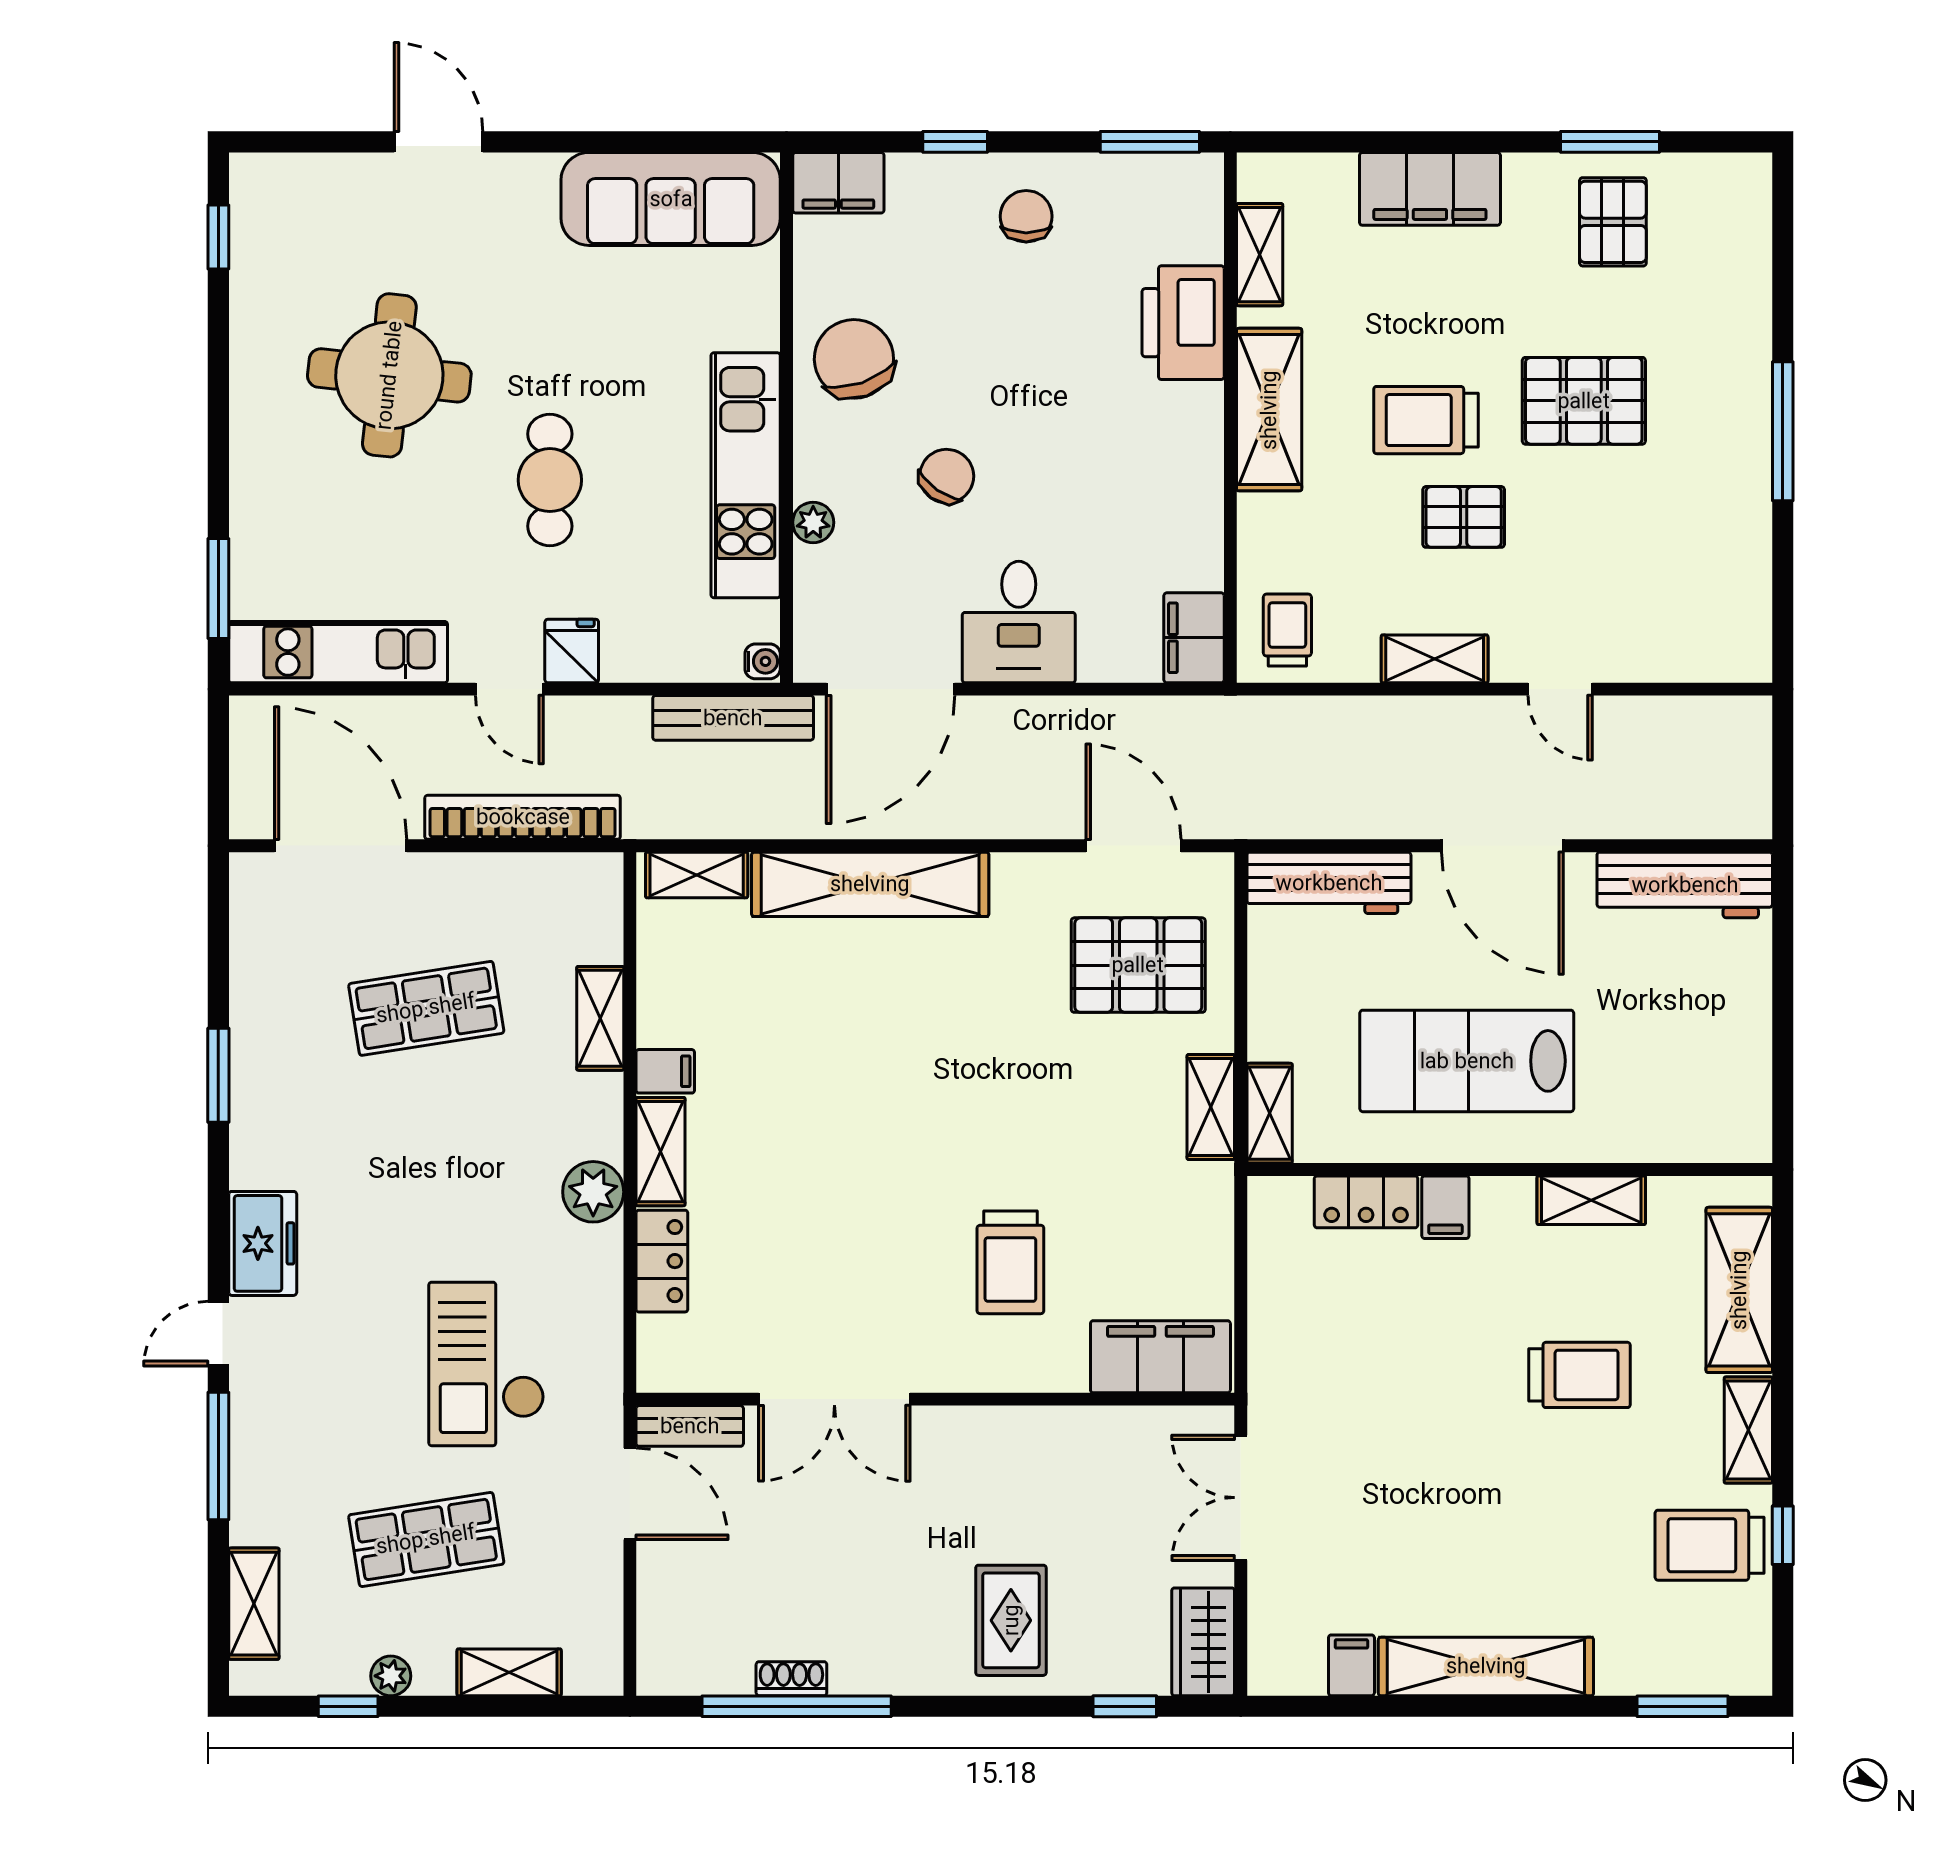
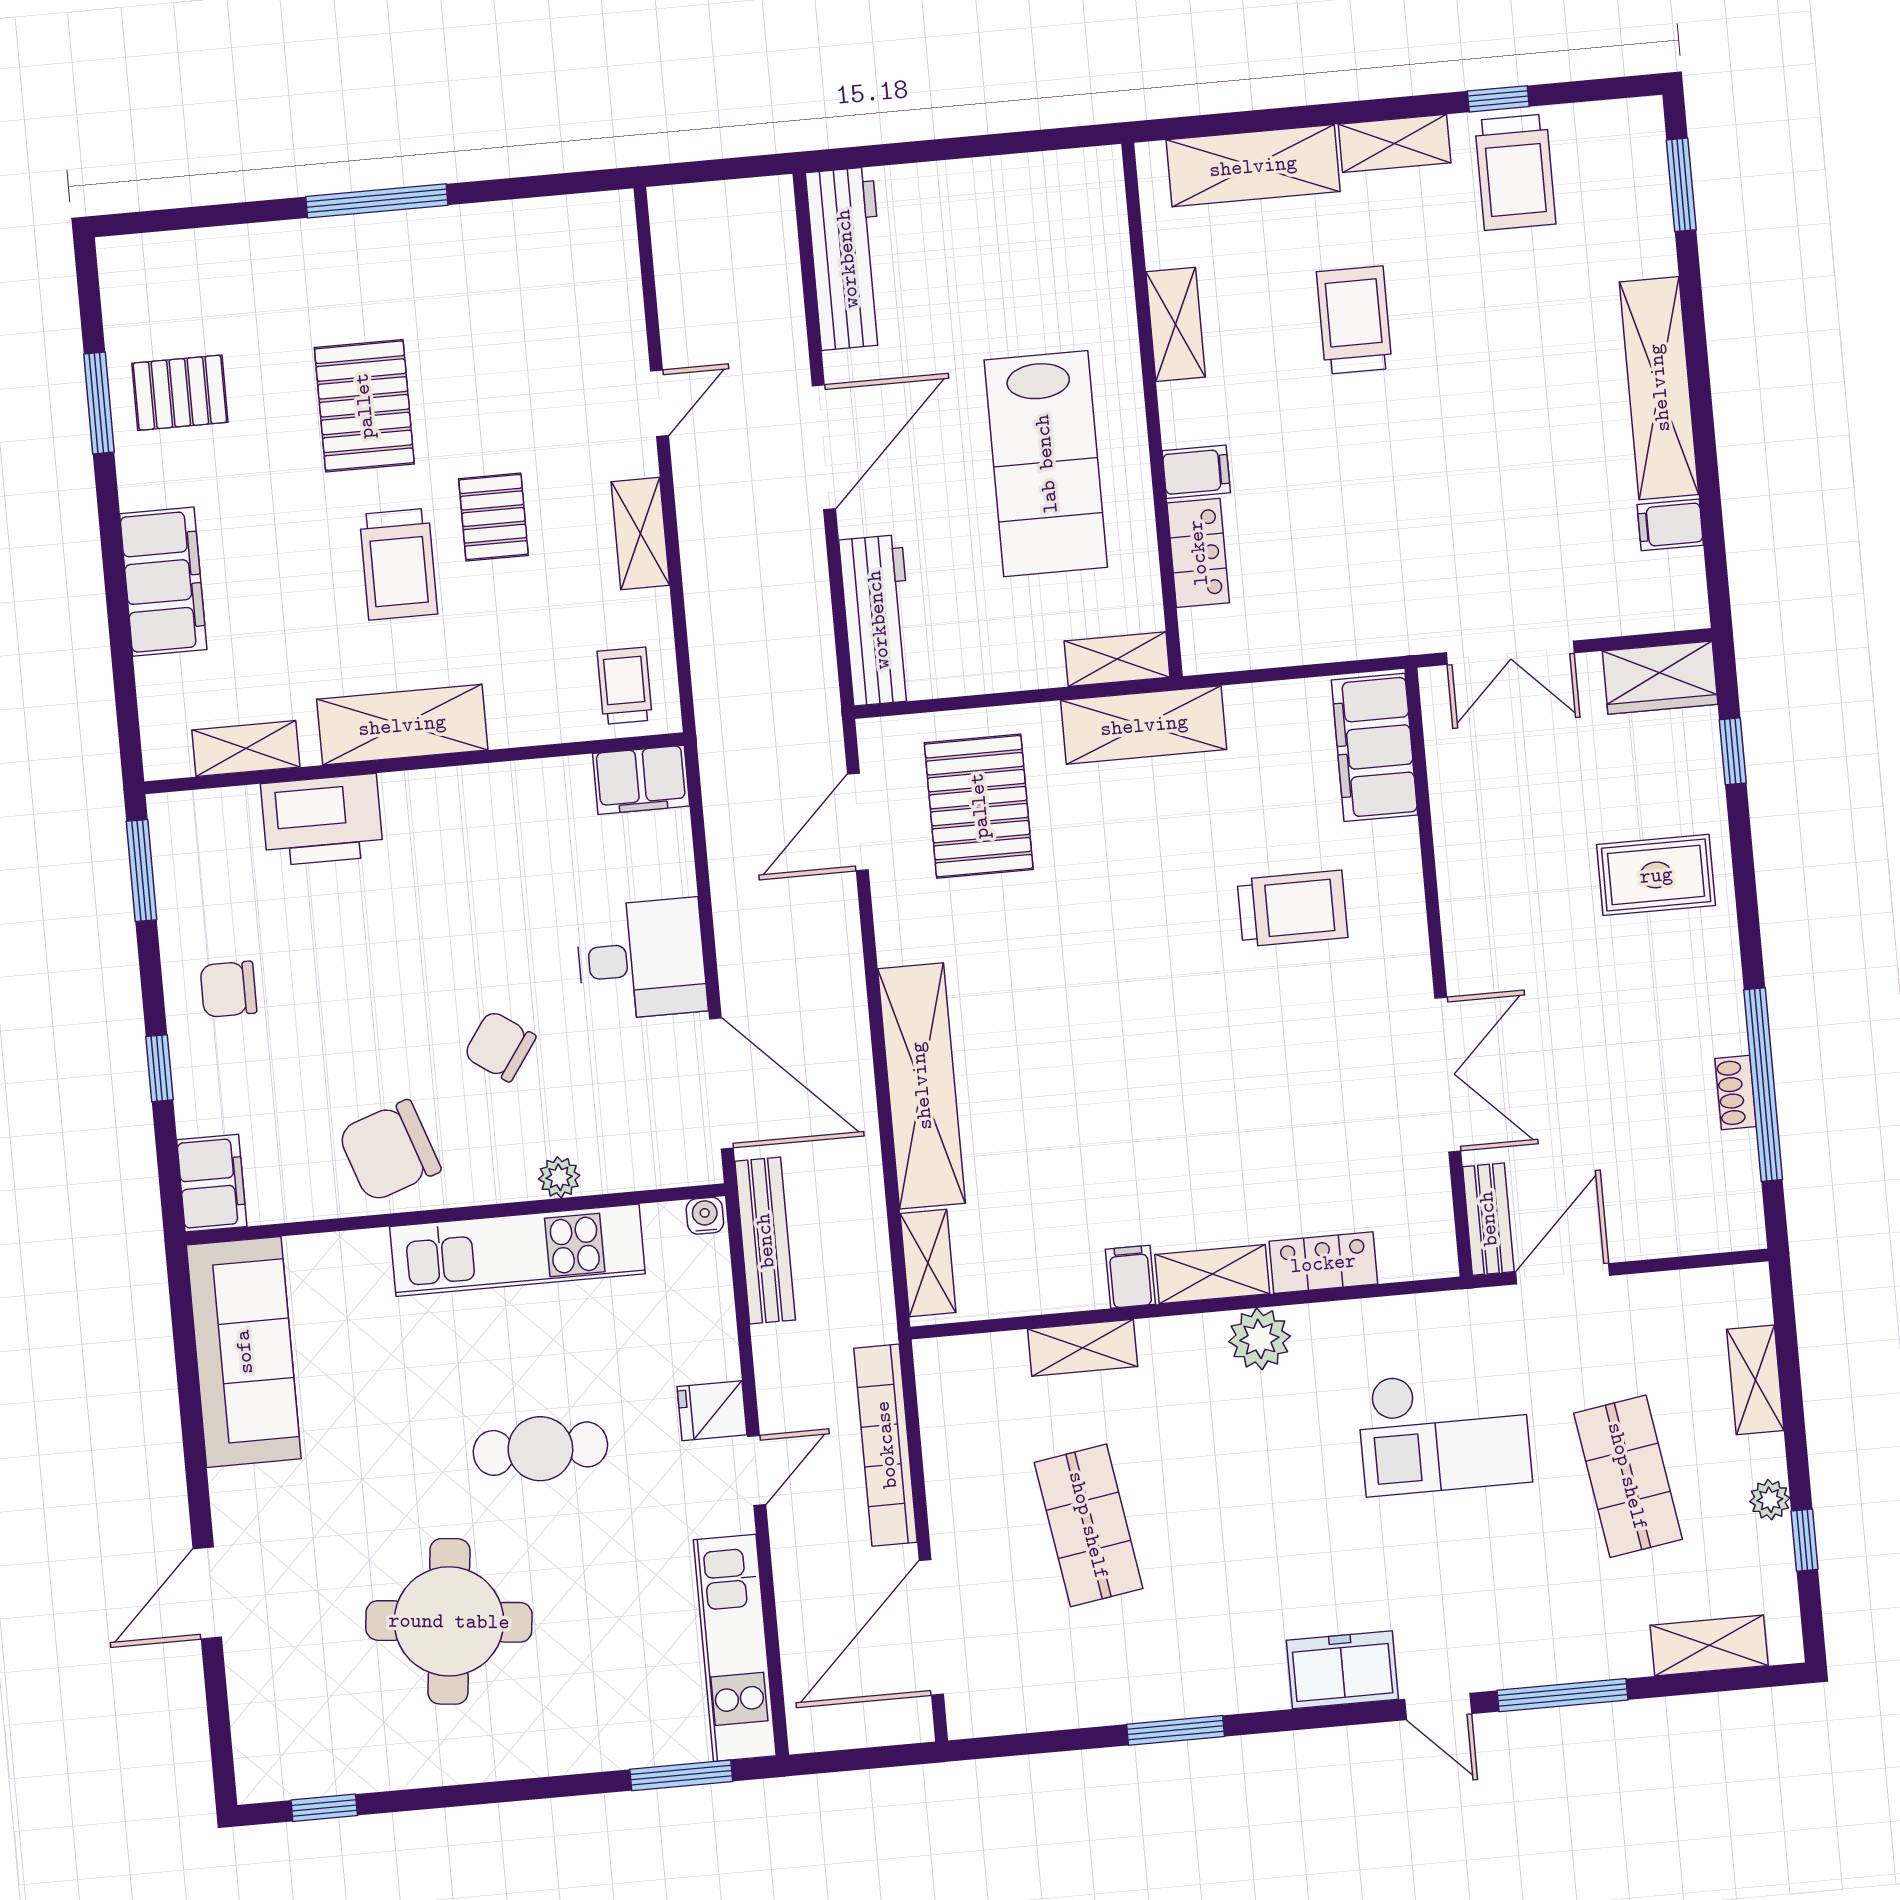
trolley: (1287, 630) -> (625, 686), turned 90
shelving: (1211, 1107) -> (1144, 725), width x1.50, depth x1.33

